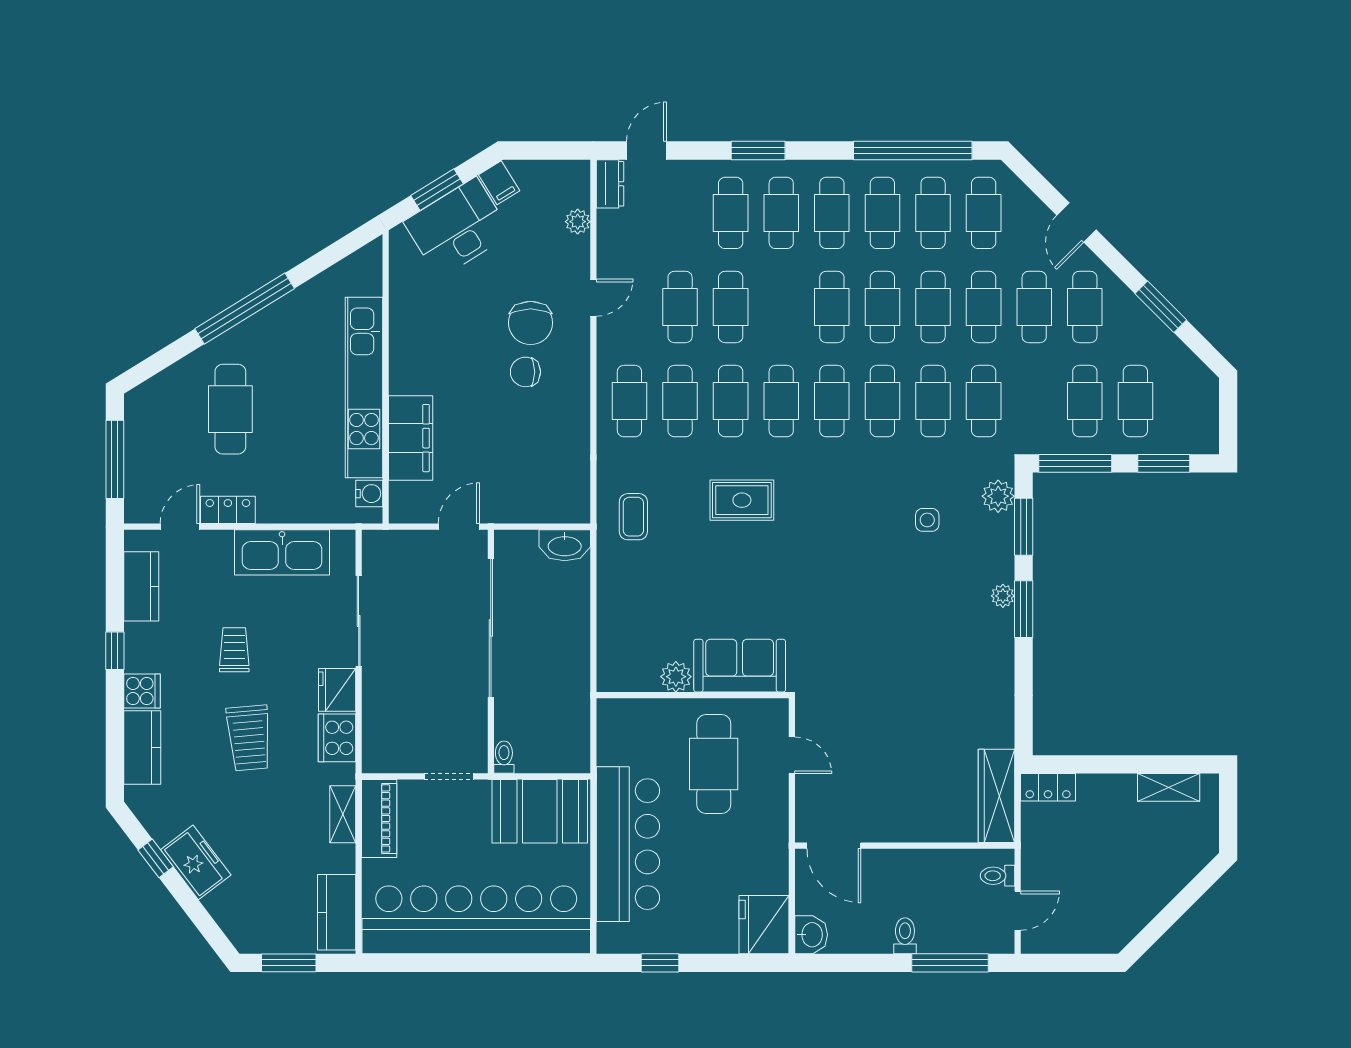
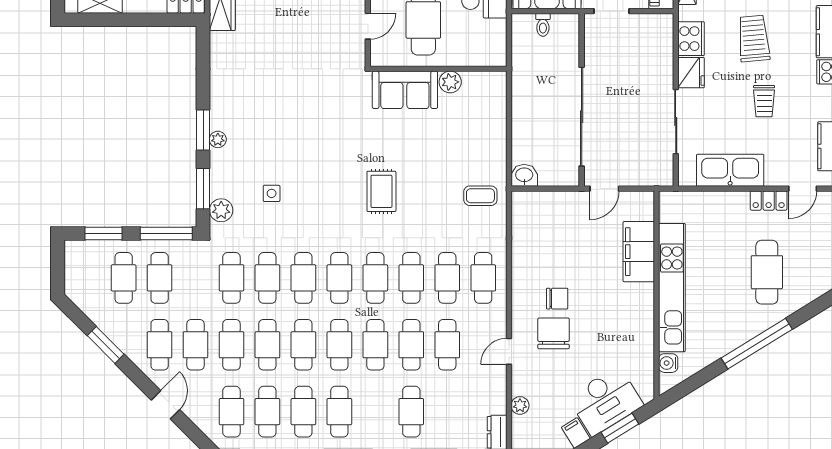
cafe table: (781, 213) -> (375, 345), moved
water cooler: (369, 494) -> (668, 363), moved
rug: (742, 500) -> (381, 191), moved, turned 90
coffee table: (633, 517) -> (480, 196), turned 90
washbasin: (565, 545) -> (524, 175), width x0.72
door: (792, 755) -> (368, 26), swing flipped
toilet: (504, 757) -> (543, 25), moved

